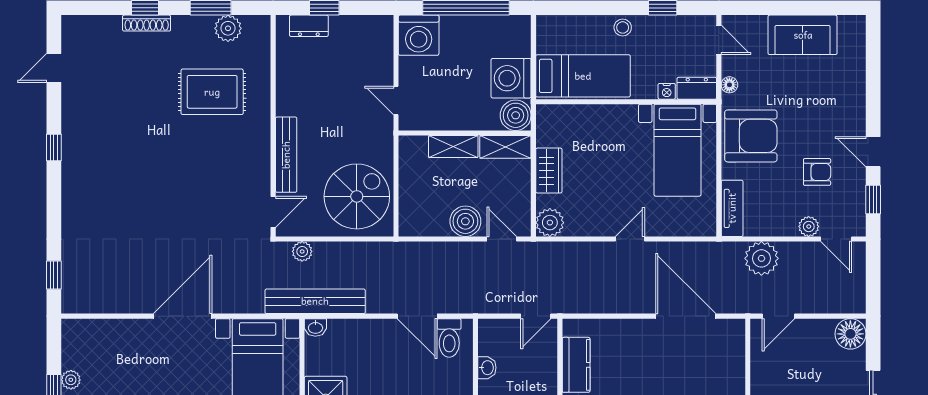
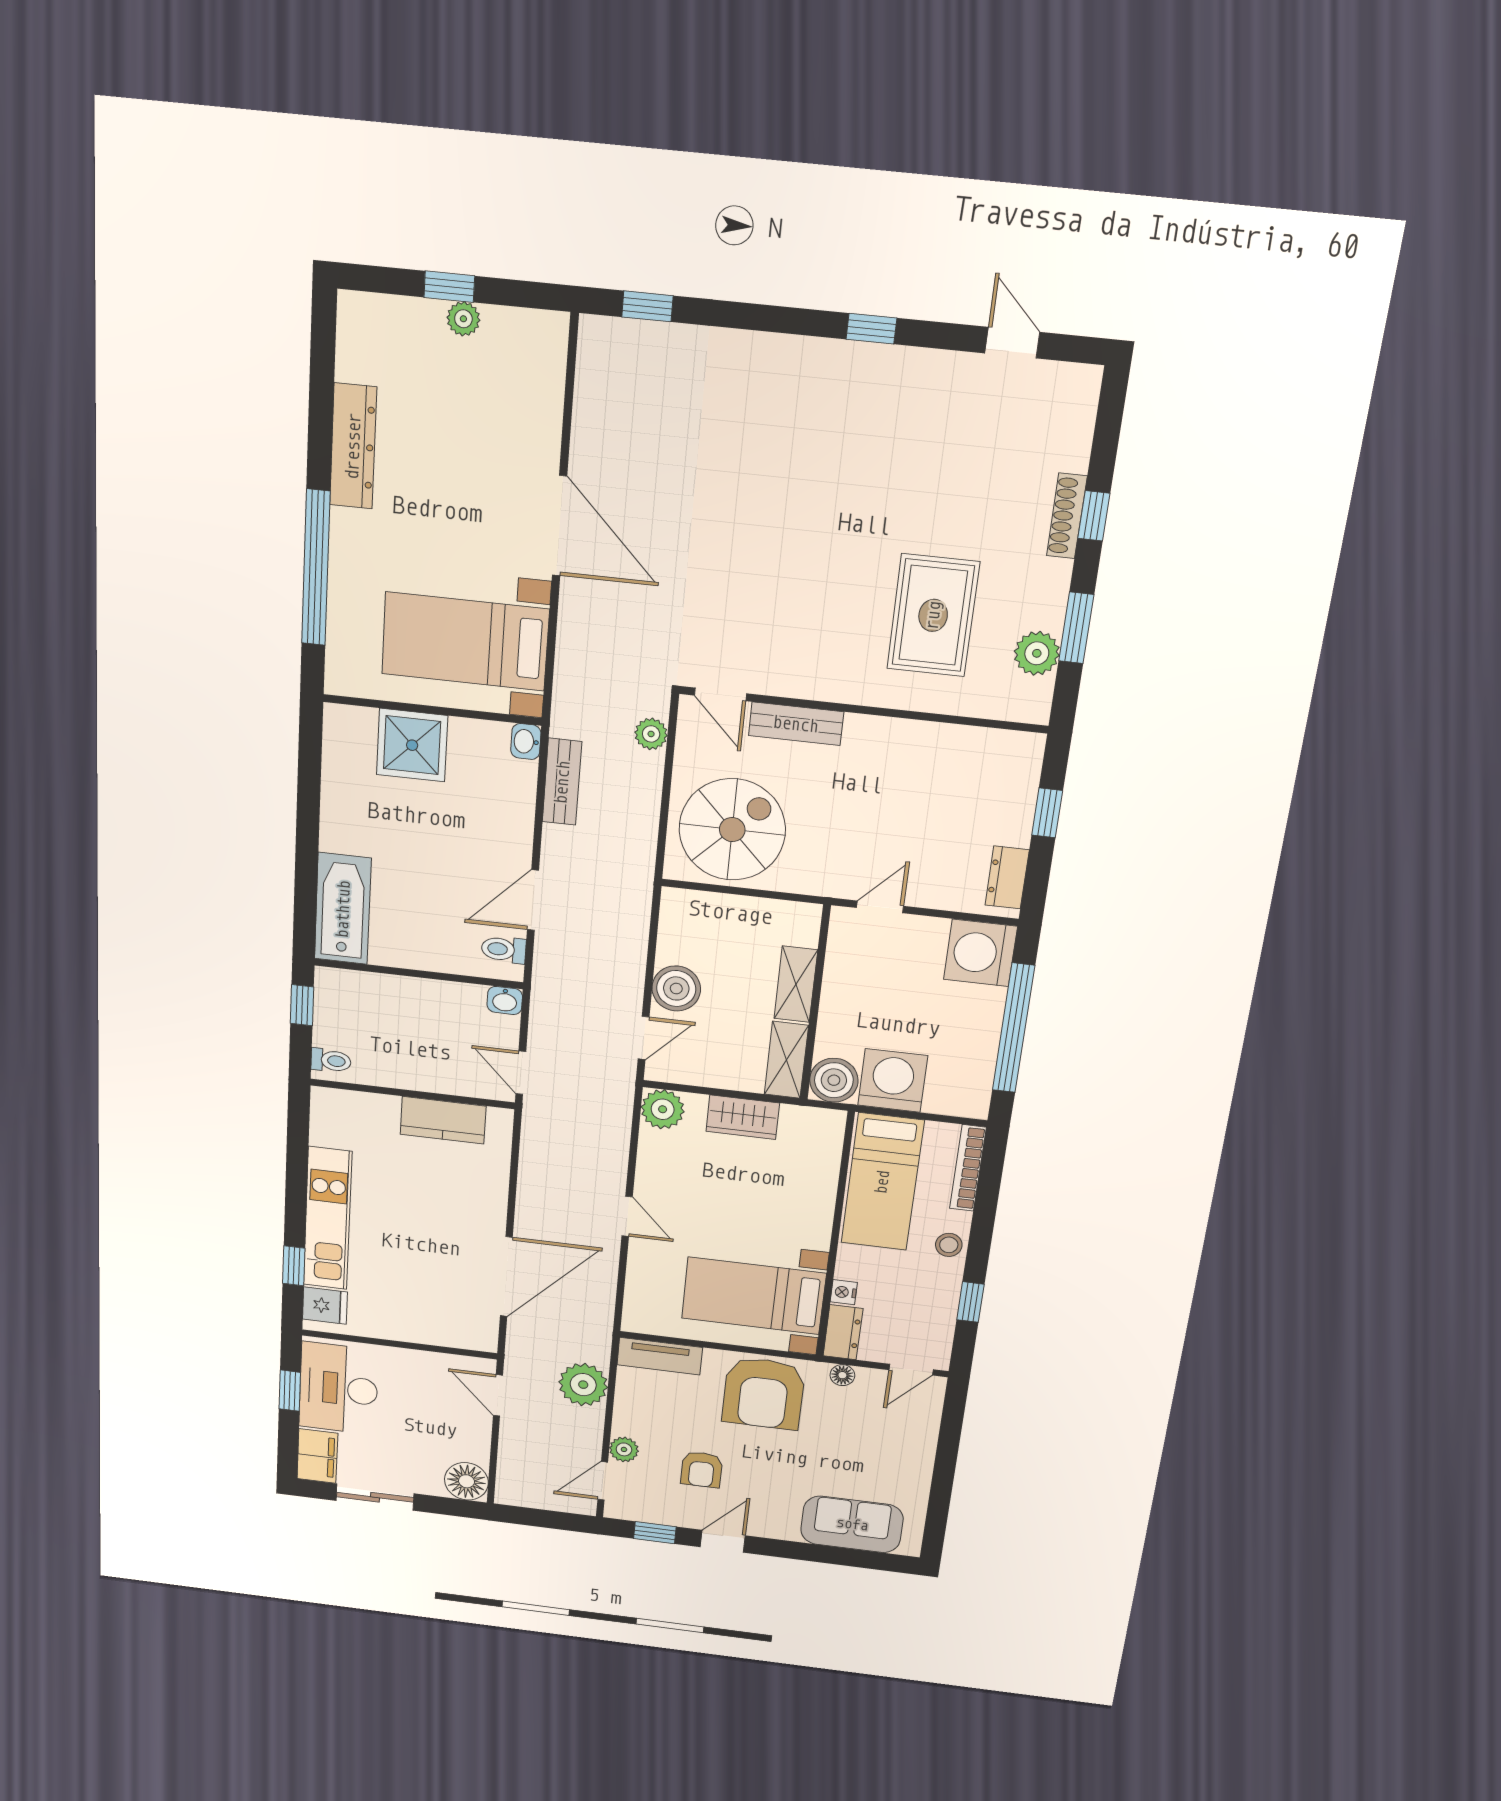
bookcase: (566, 23) -> (968, 1168), added
dresser: (309, 26) -> (1007, 877), moved
sofa: (803, 35) -> (852, 1524), moved, turned 90
bench: (286, 155) -> (796, 724), width x0.73
spiral stairs: (357, 196) -> (732, 830), turned -90
bench: (315, 301) -> (562, 782), width x0.54, depth x0.82
toilet: (449, 338) -> (504, 950), width x0.73, depth x0.72
washbasin: (487, 368) -> (505, 1000), moved

